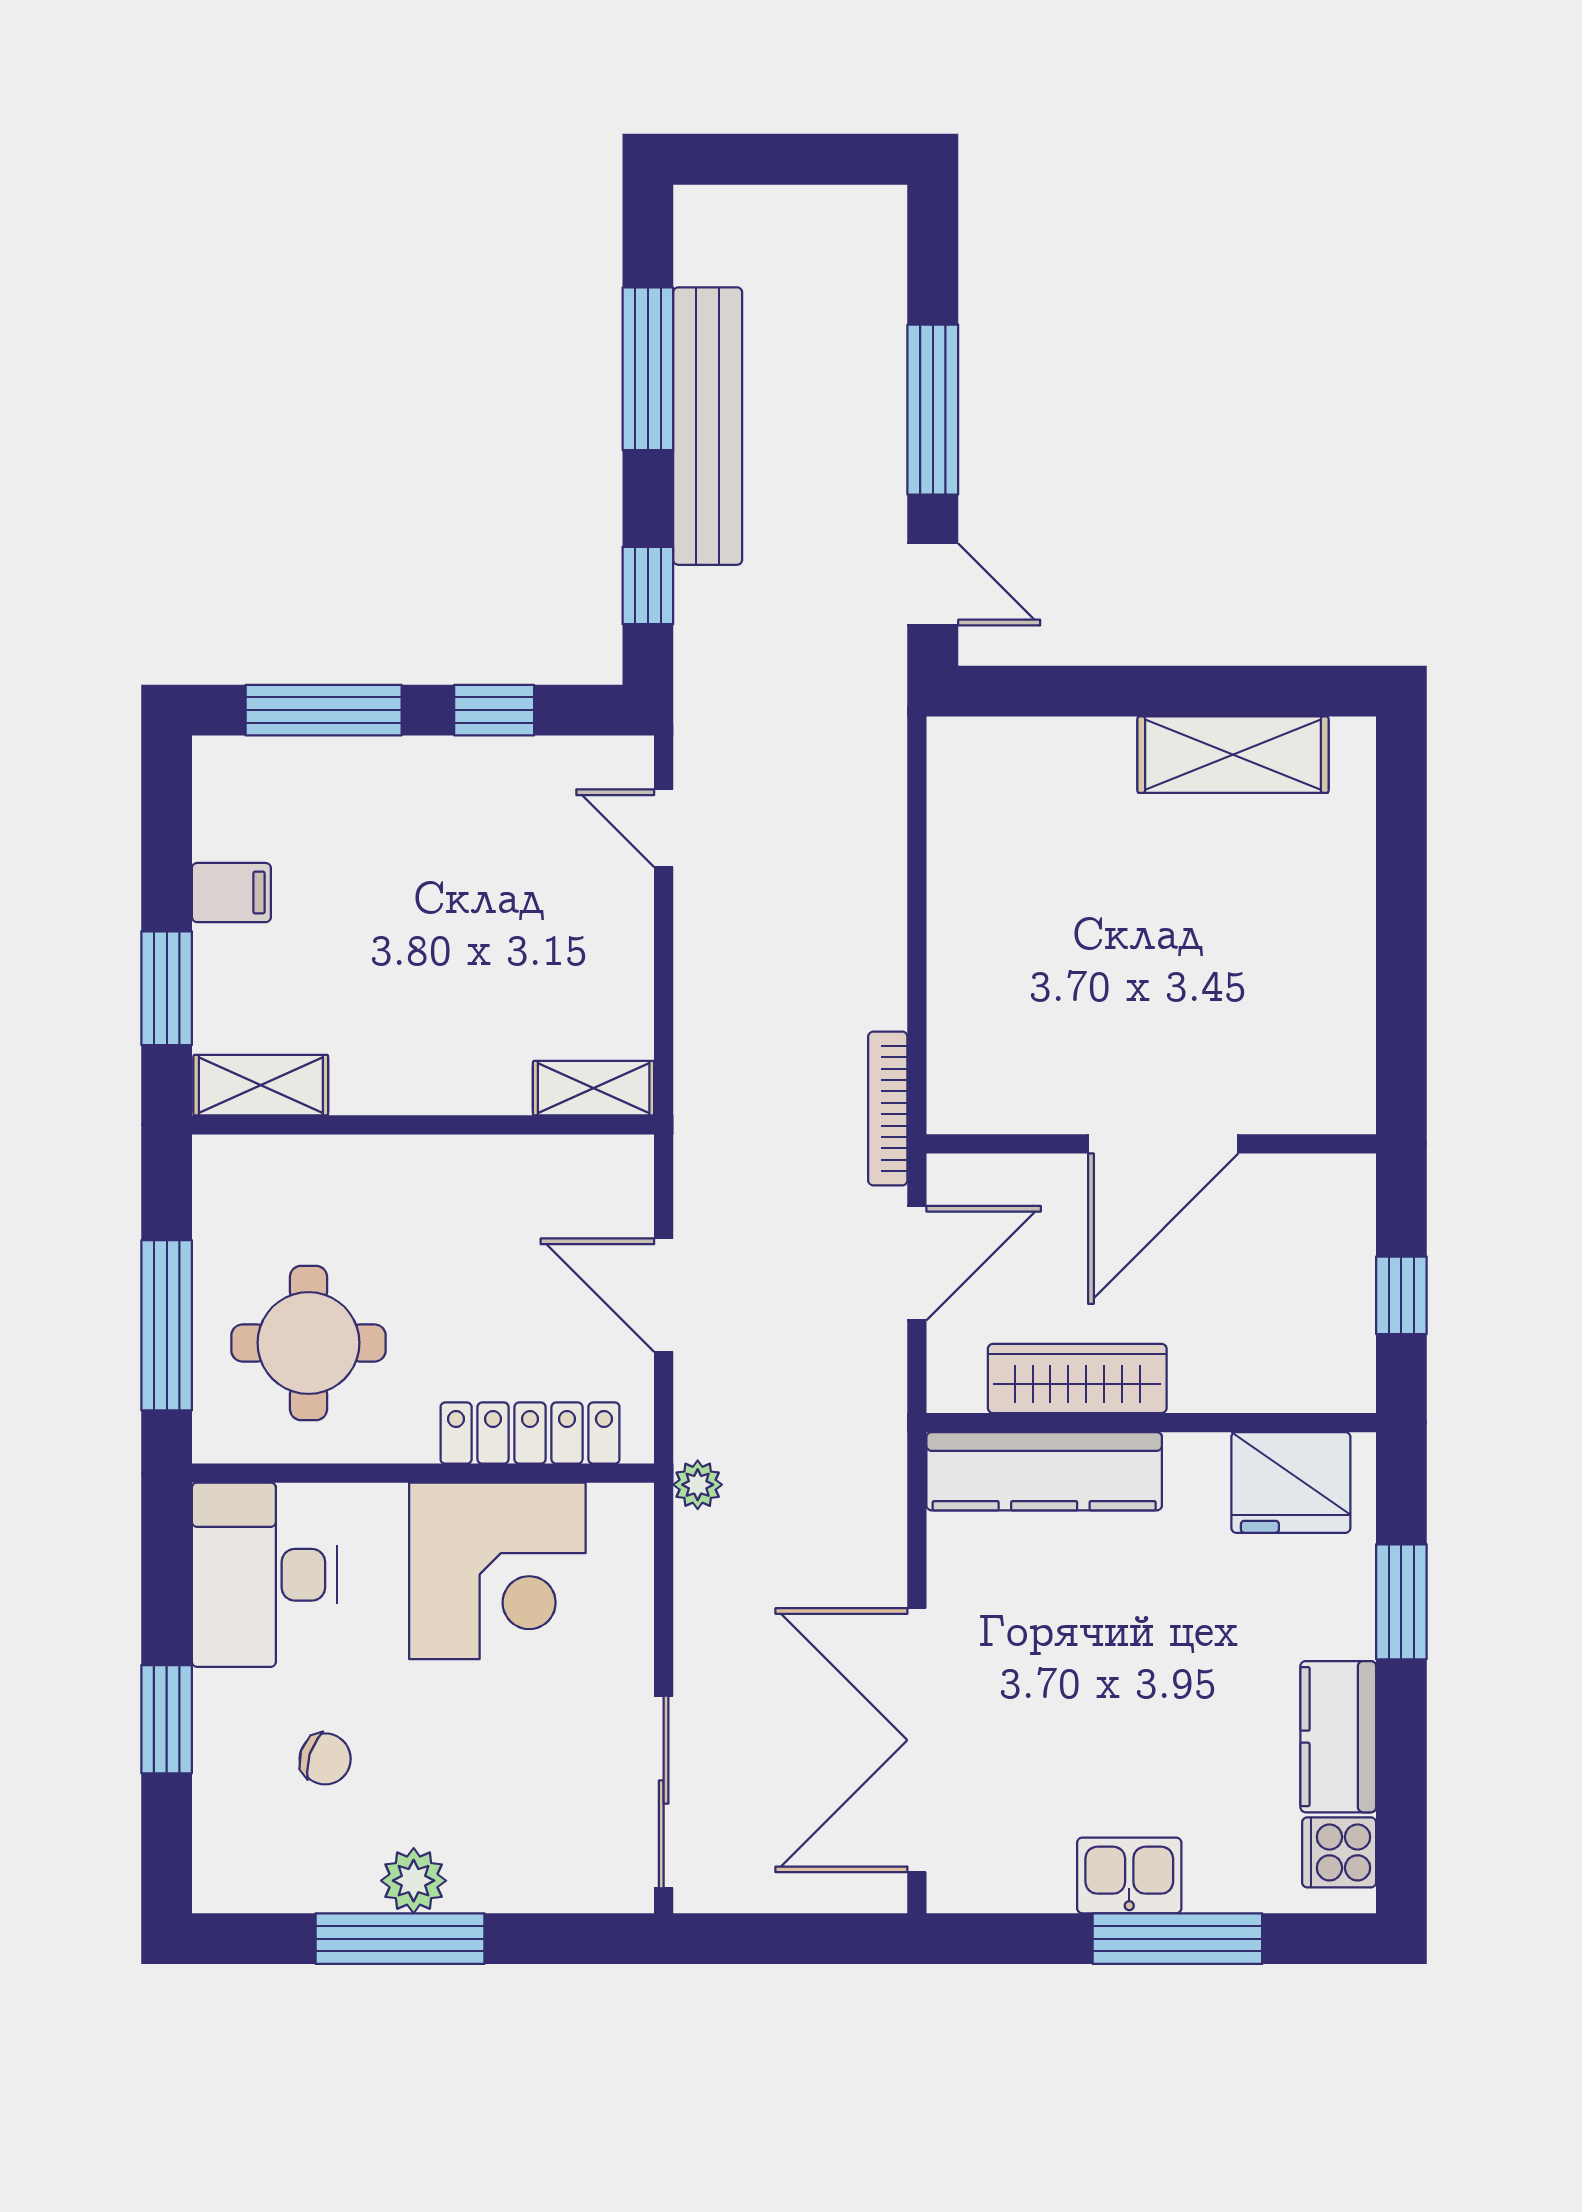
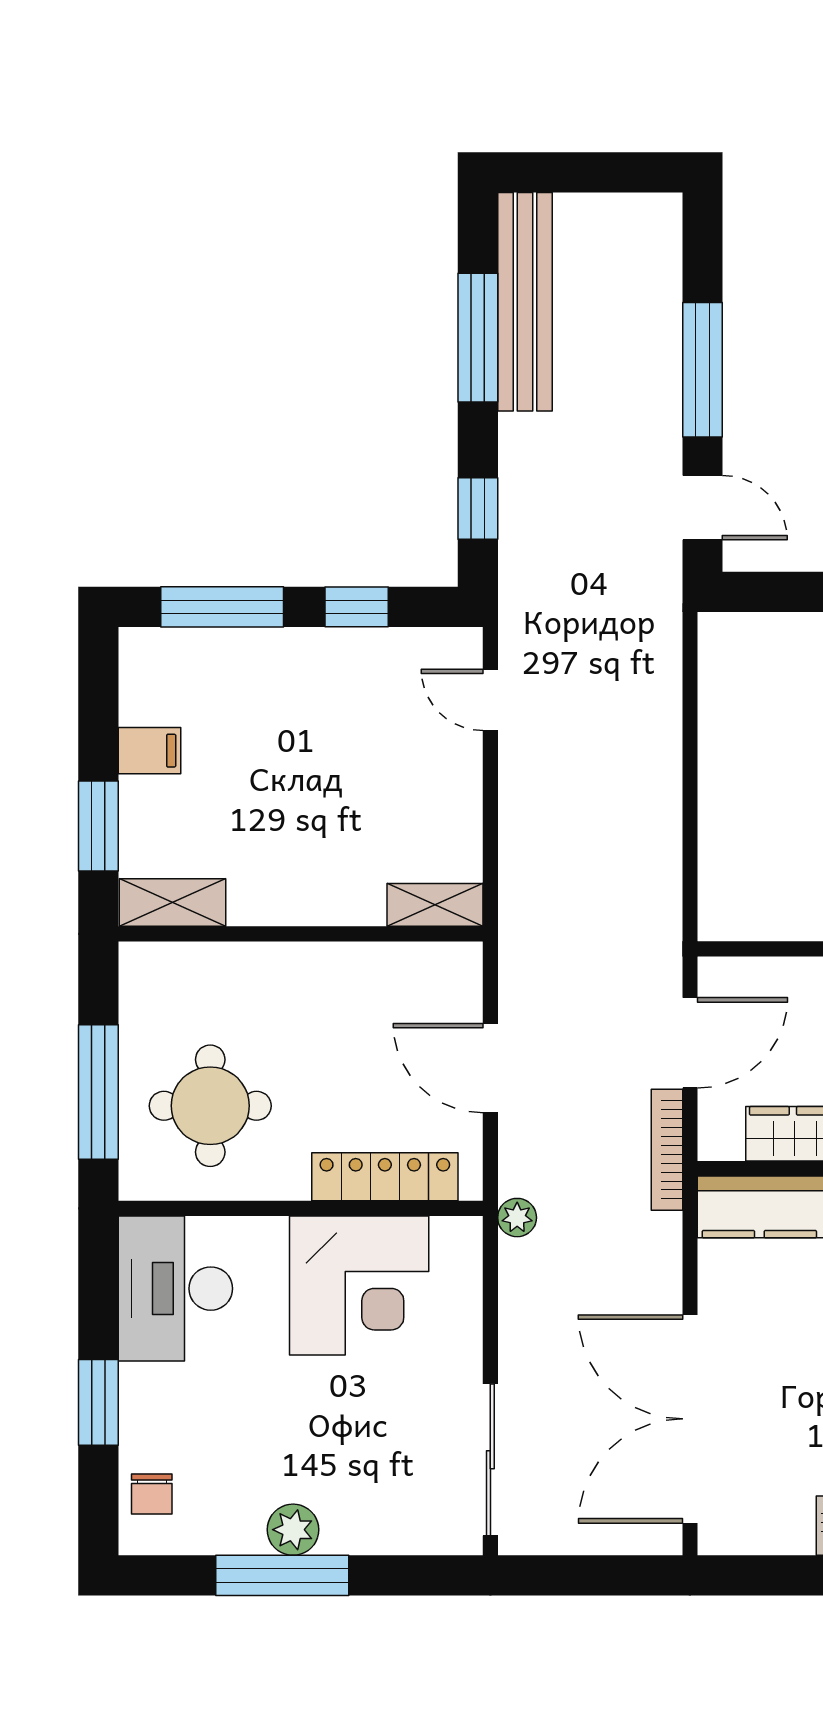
bench: (708, 426) -> (525, 302), moved
bookcase: (888, 1109) -> (667, 1150), moved
chair: (325, 1759) -> (152, 1494), moved, turned 72

